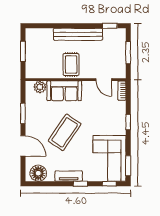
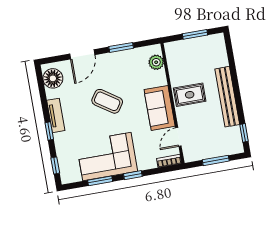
sofa: (64, 91) -> (160, 108), moved
coffee table: (65, 132) -> (107, 101), width x0.73, depth x0.76
corner sofa: (109, 158) -> (107, 157), moved
window: (128, 166) -> (100, 181), moved

